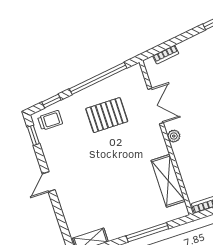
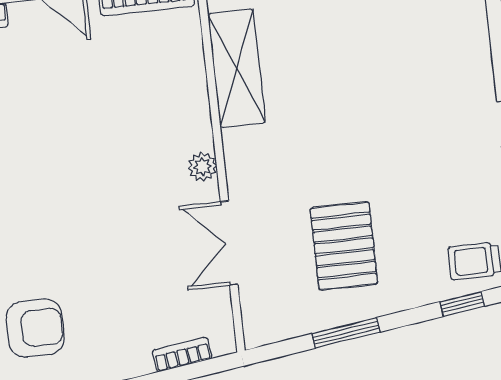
window: (98, 78) -> (346, 333), width x0.47
pallet: (107, 115) -> (344, 246), turned 90

